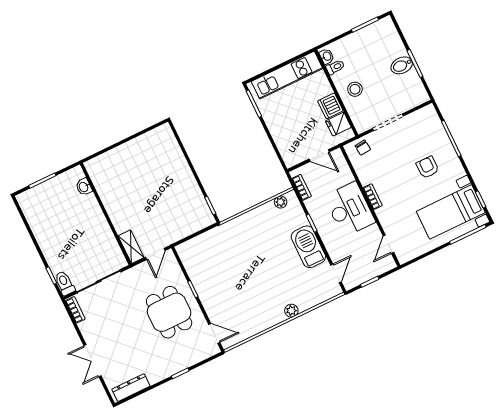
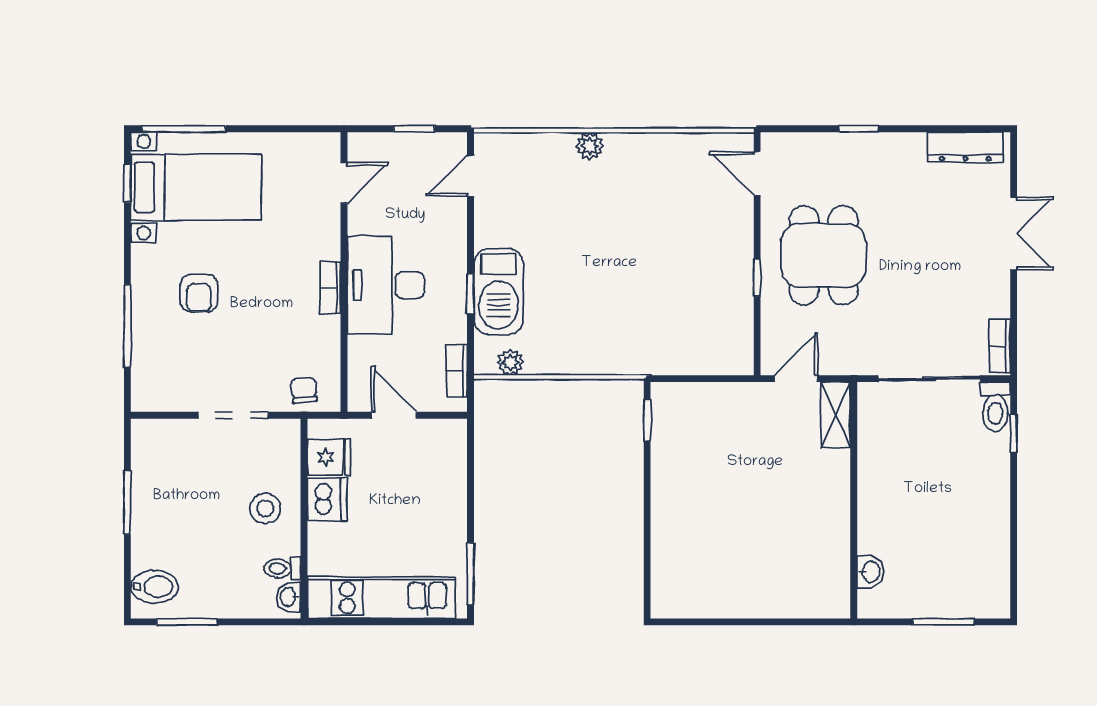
bidet: (402, 65) -> (154, 587), moved
barbecue: (308, 247) -> (499, 291), moved

